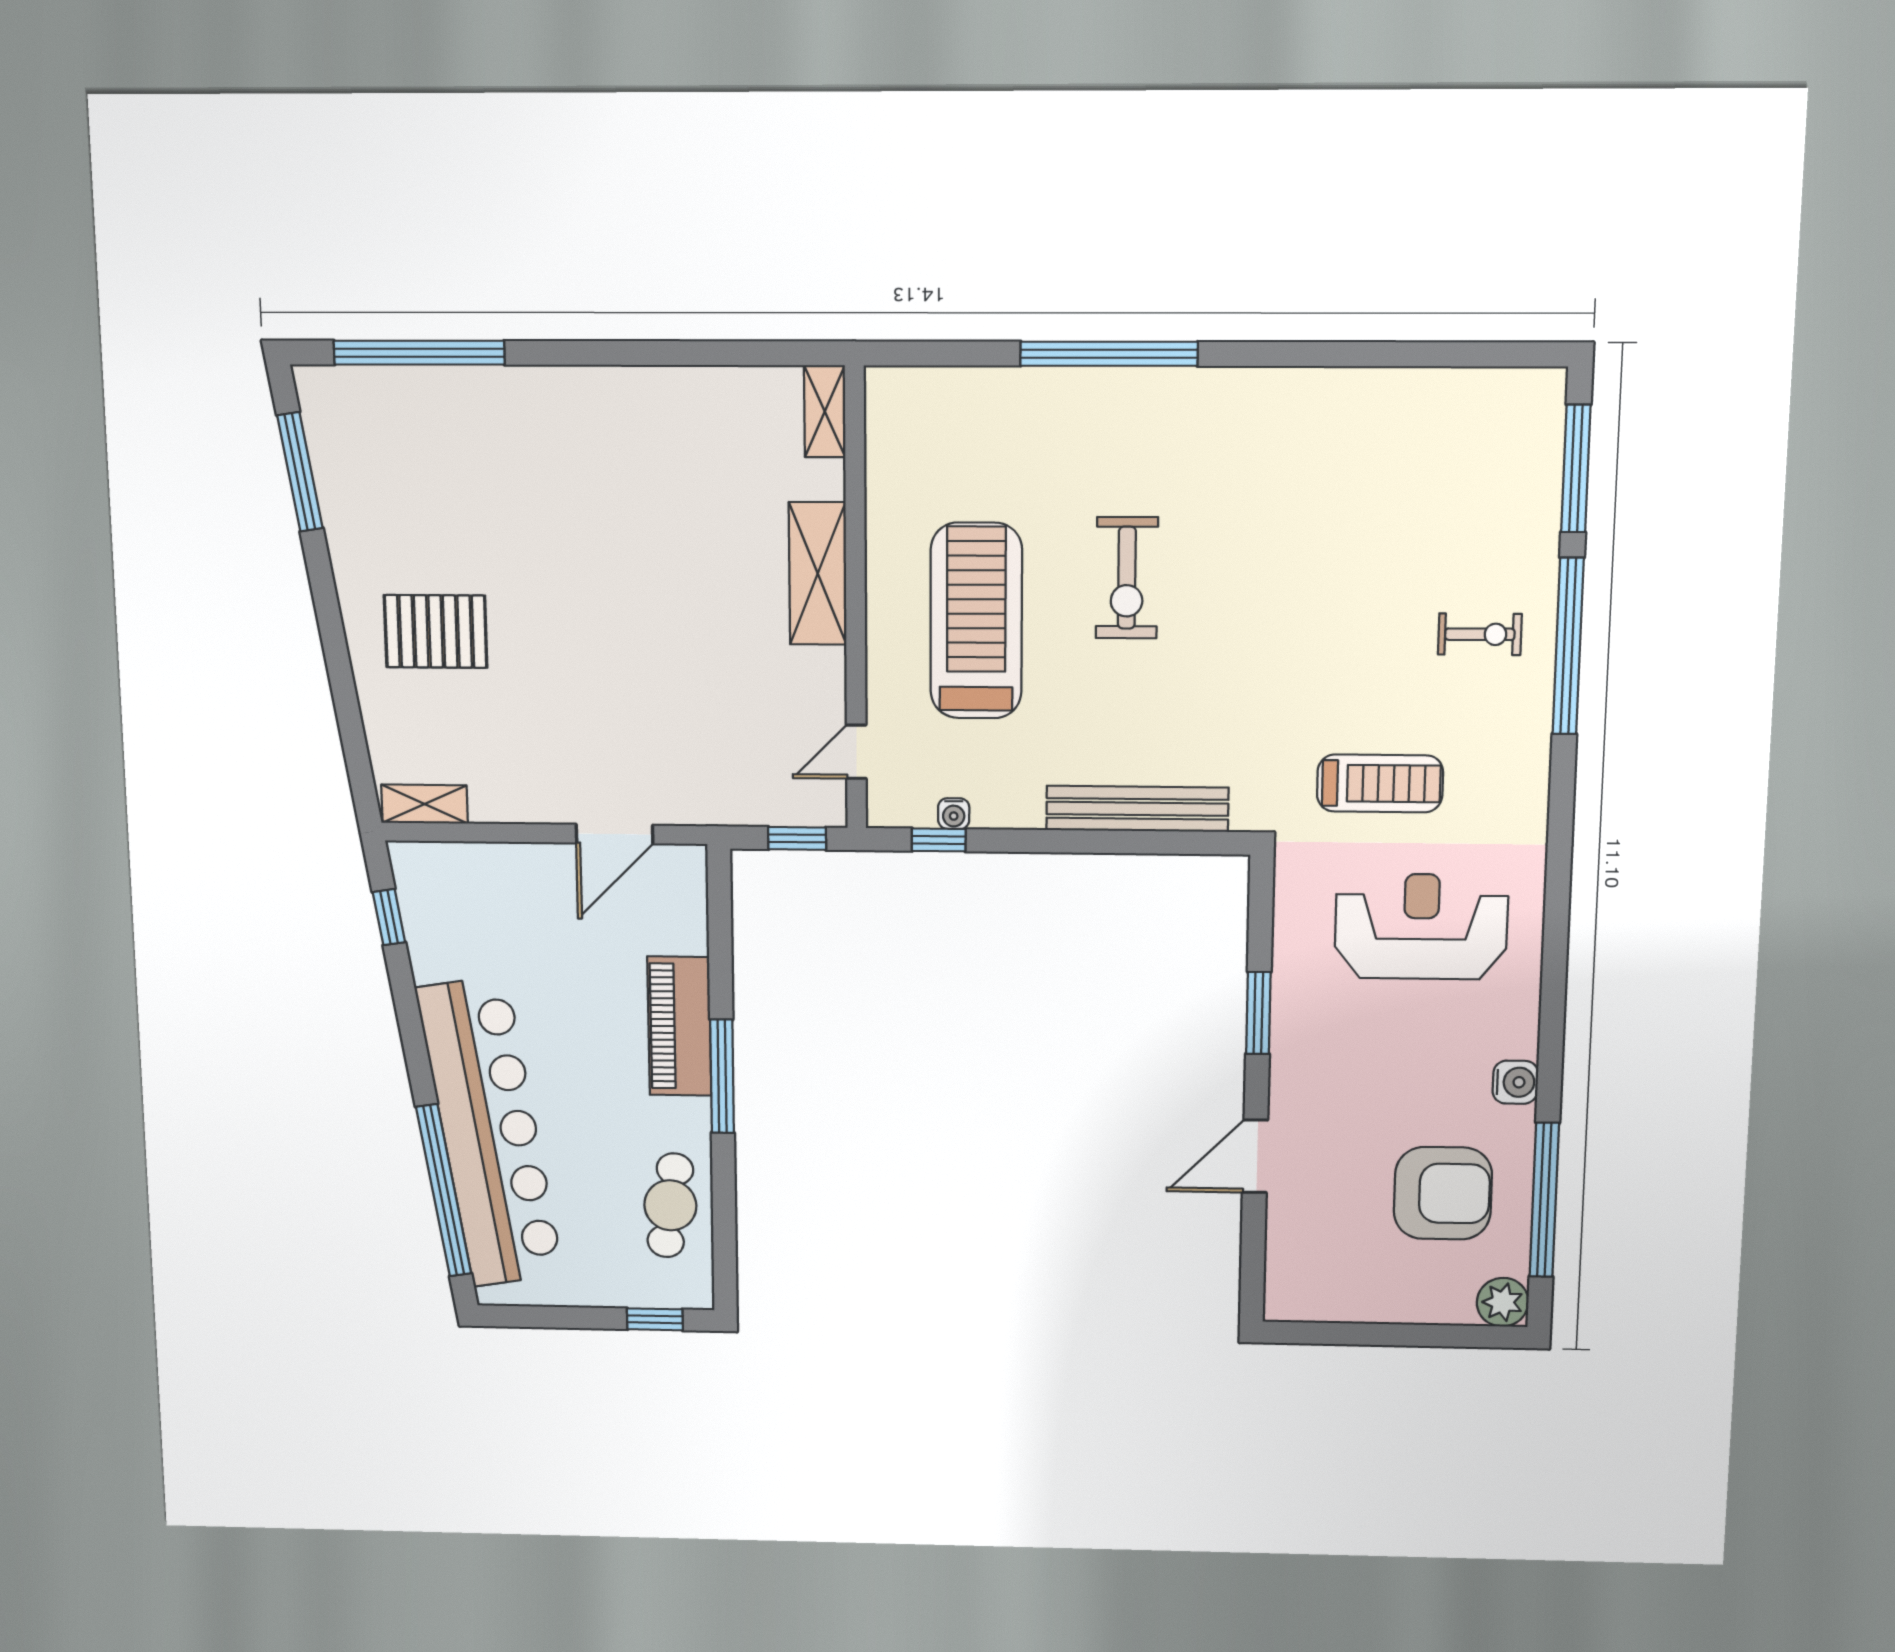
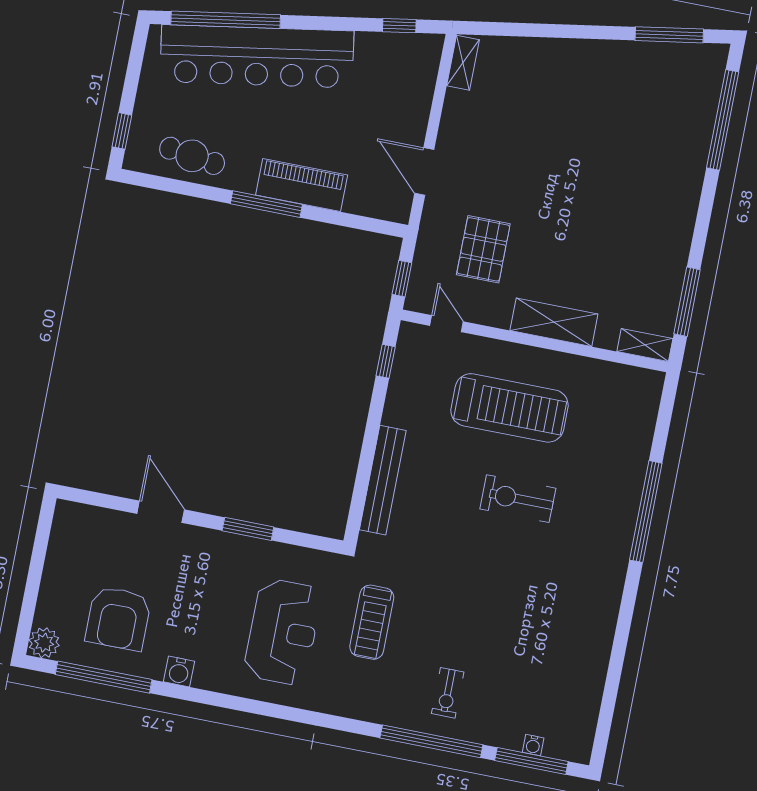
window: (737, 353) -> (687, 302), added
pallet: (436, 631) -> (483, 249), moved
water cooler: (954, 814) -> (533, 745), moved, turned -90

